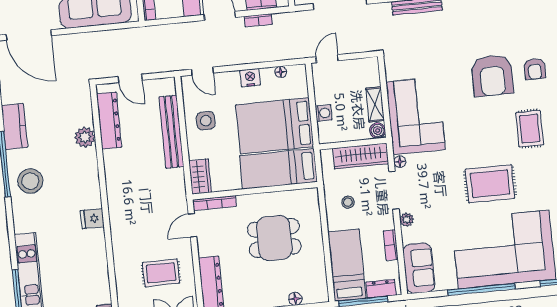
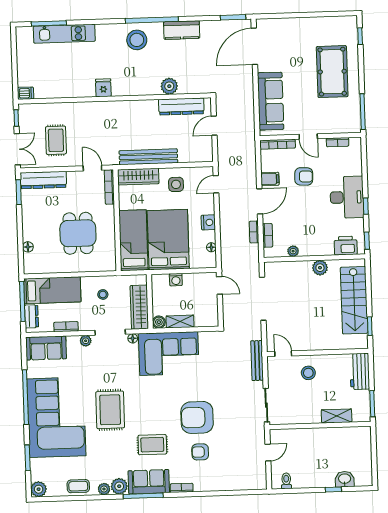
bench: (171, 132) -> (148, 157), moved
wardrobe: (200, 177) -> (138, 177), width x1.50

